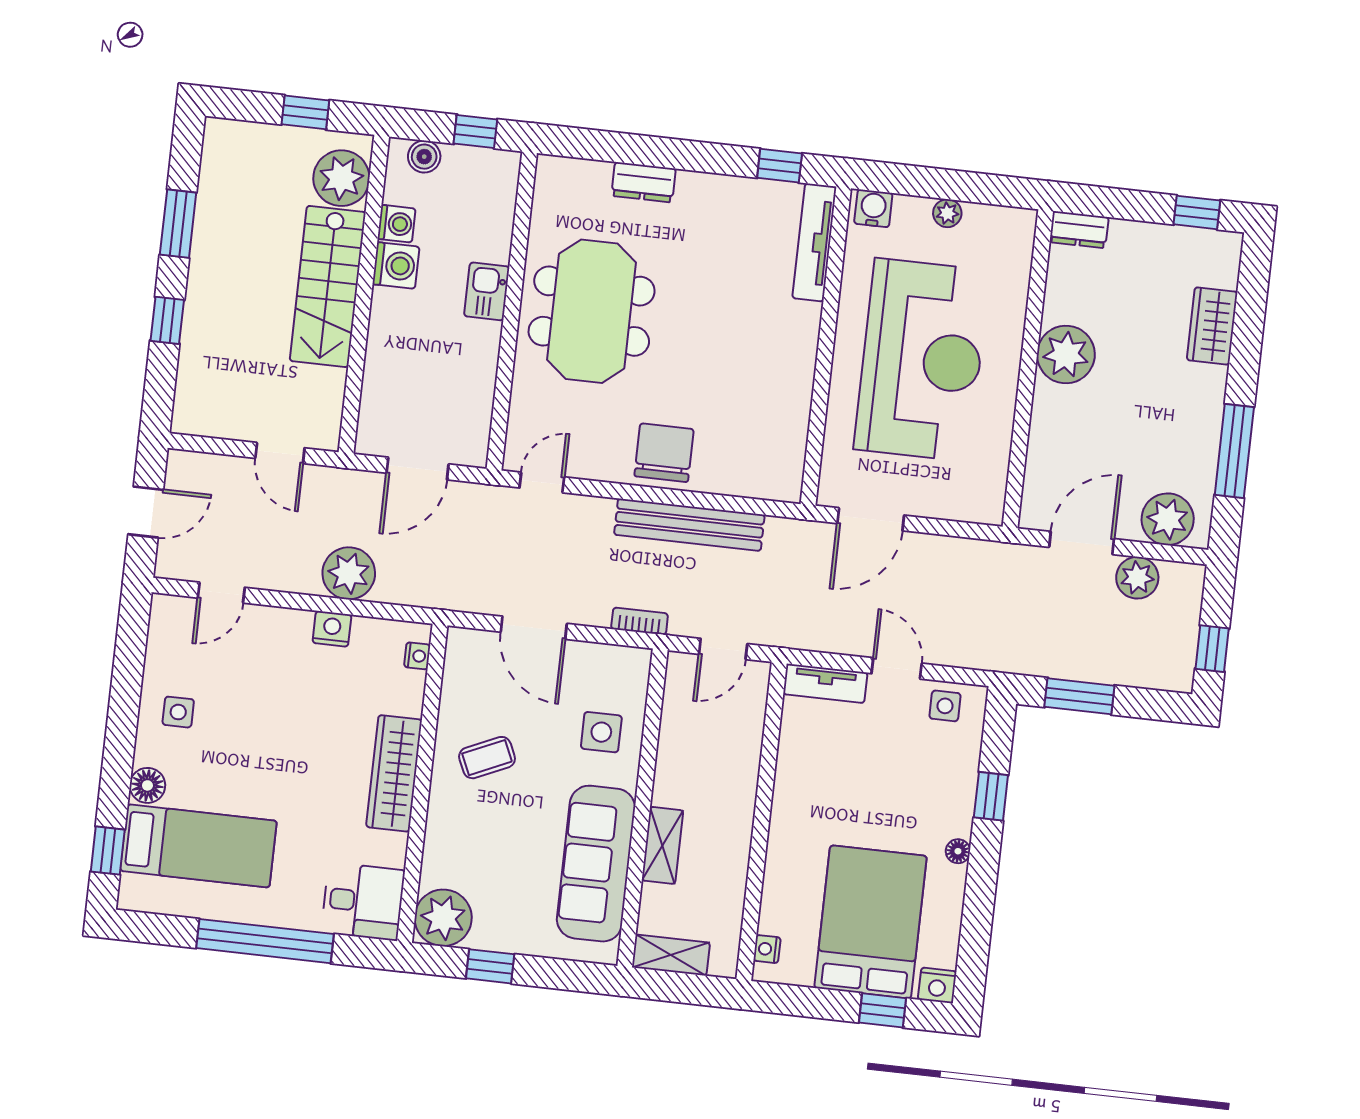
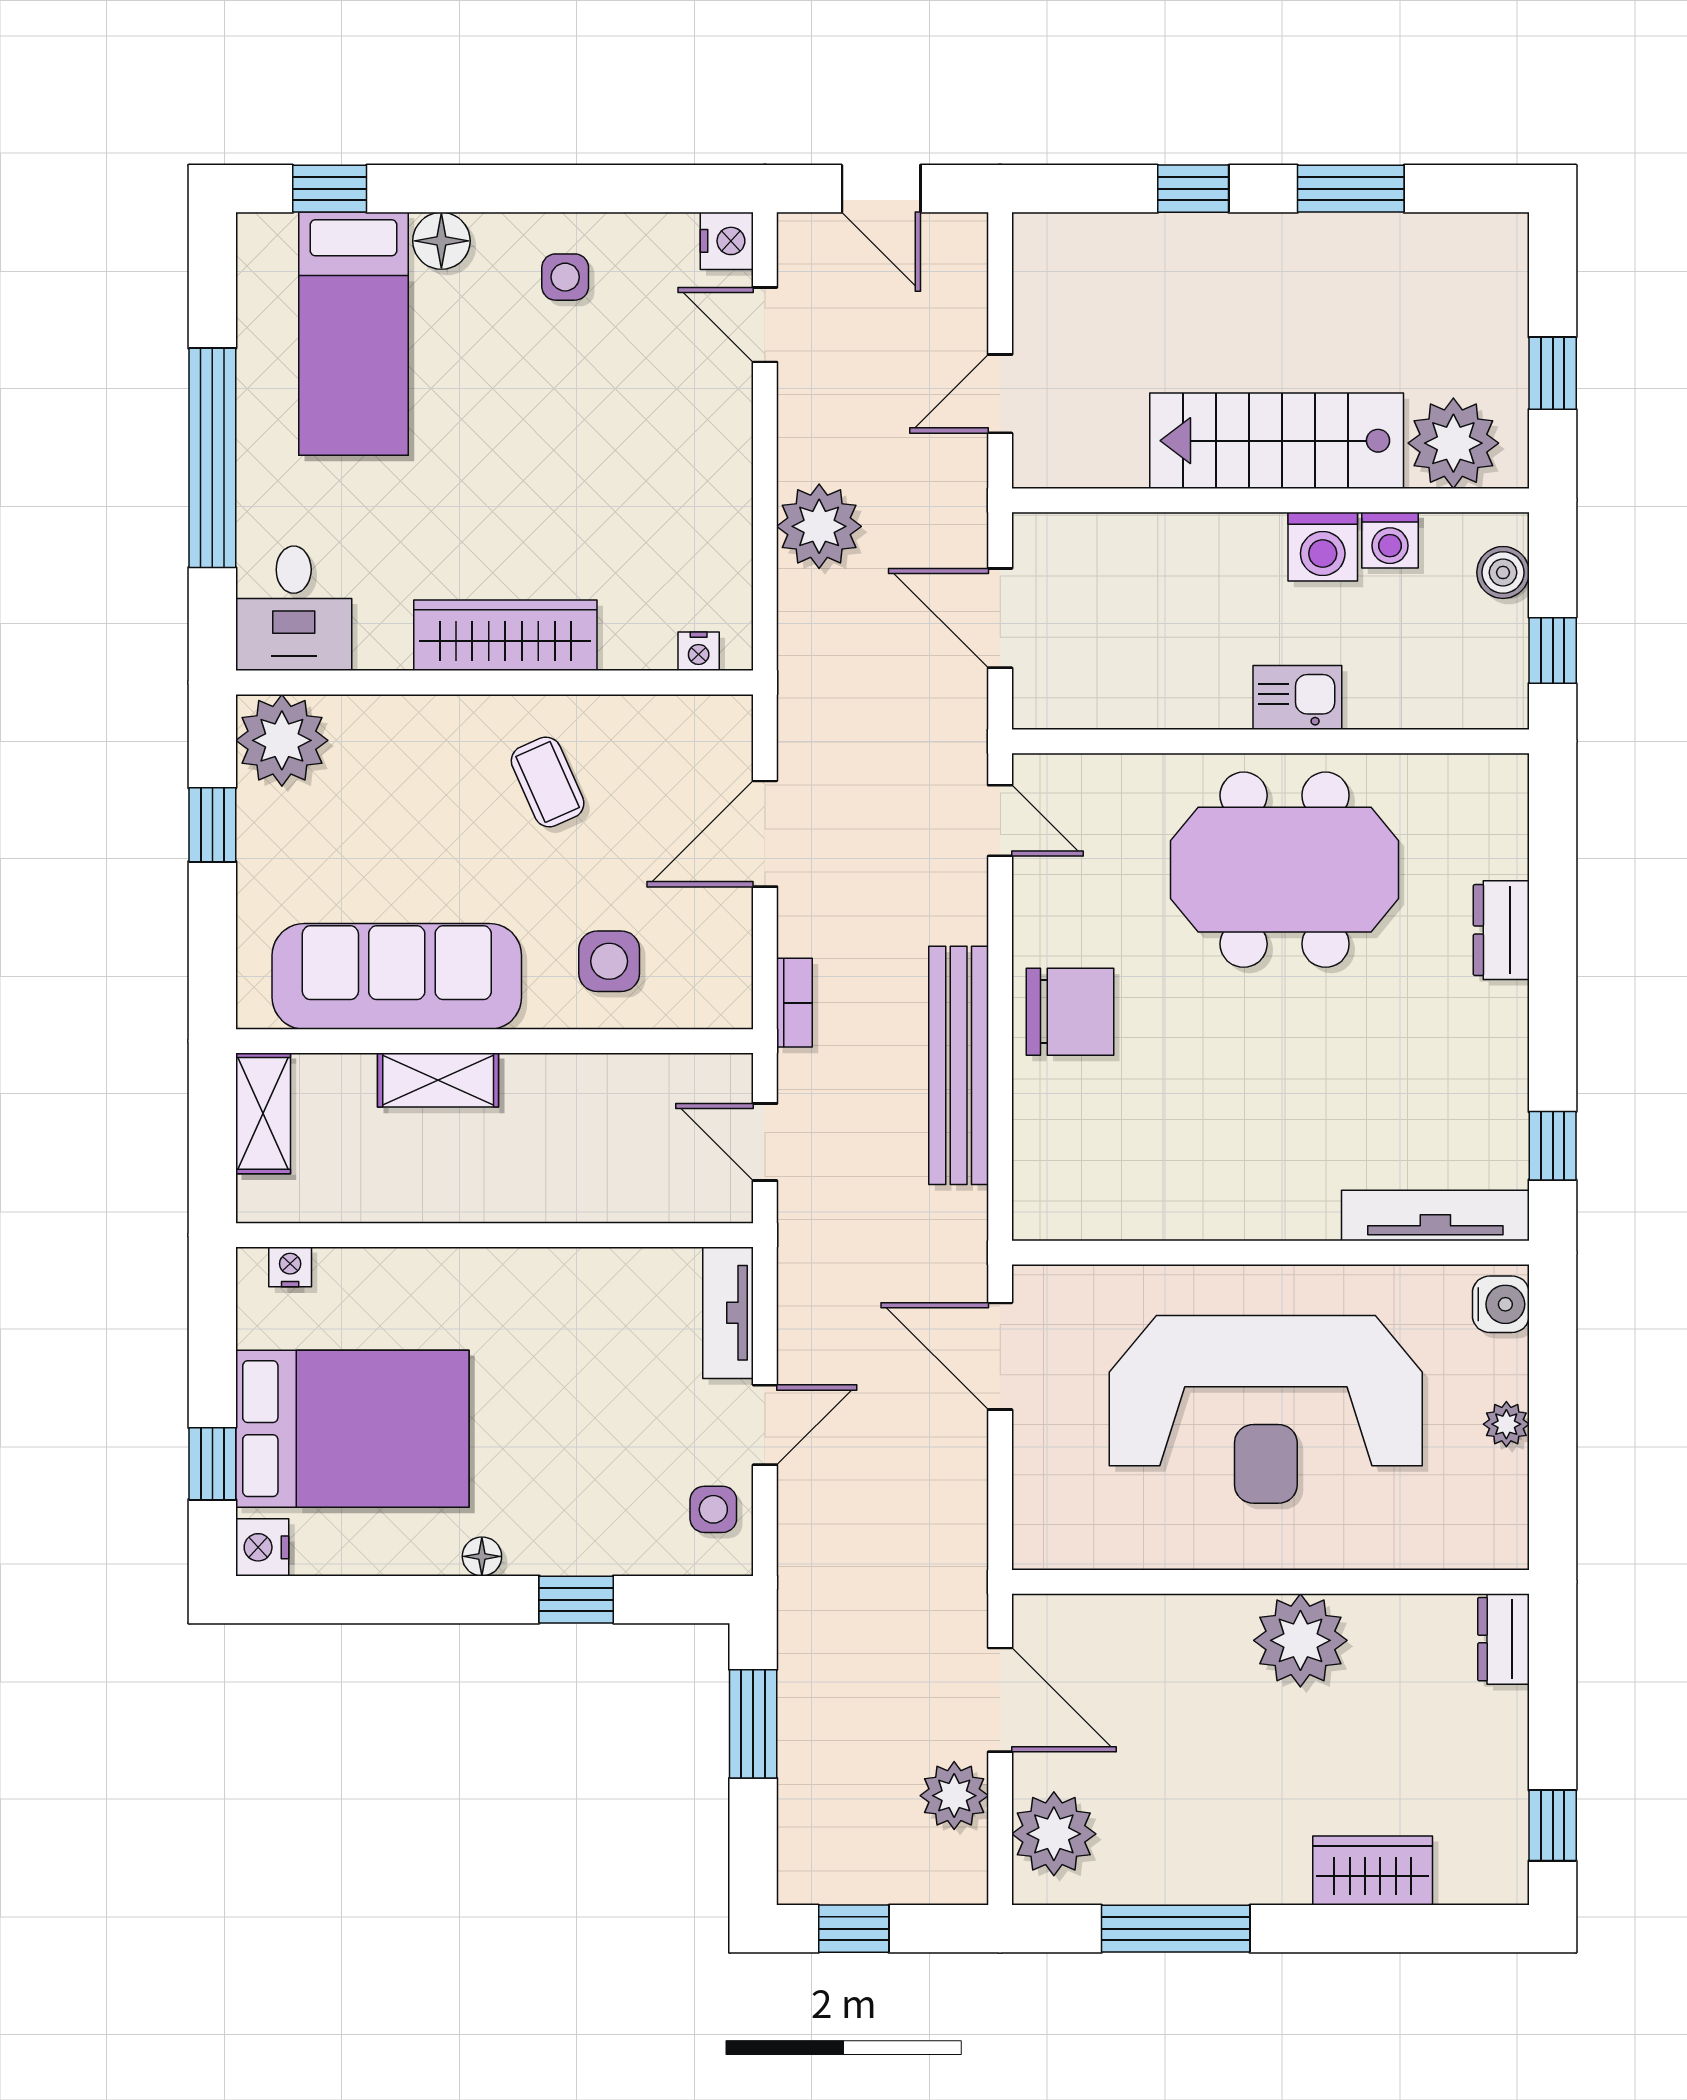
nightstand: (332, 629) -> (727, 241), moved

